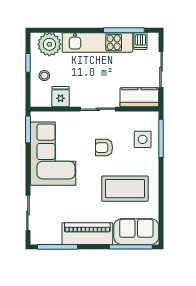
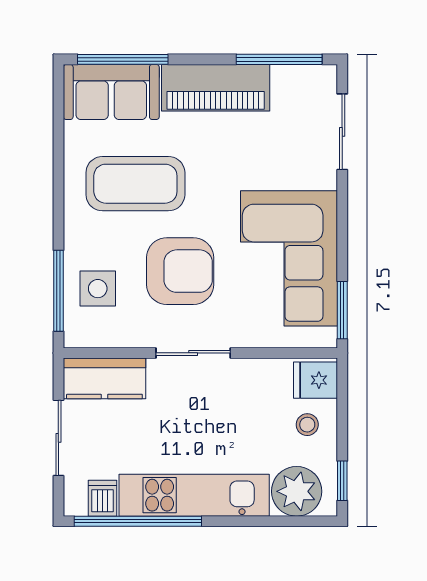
window: (124, 30) -> (138, 521), width x1.46
window: (28, 63) -> (342, 481), moved
fridge: (61, 97) -> (315, 380), moved, turned 90
armchair: (104, 148) -> (180, 271), width x1.88, depth x1.88

